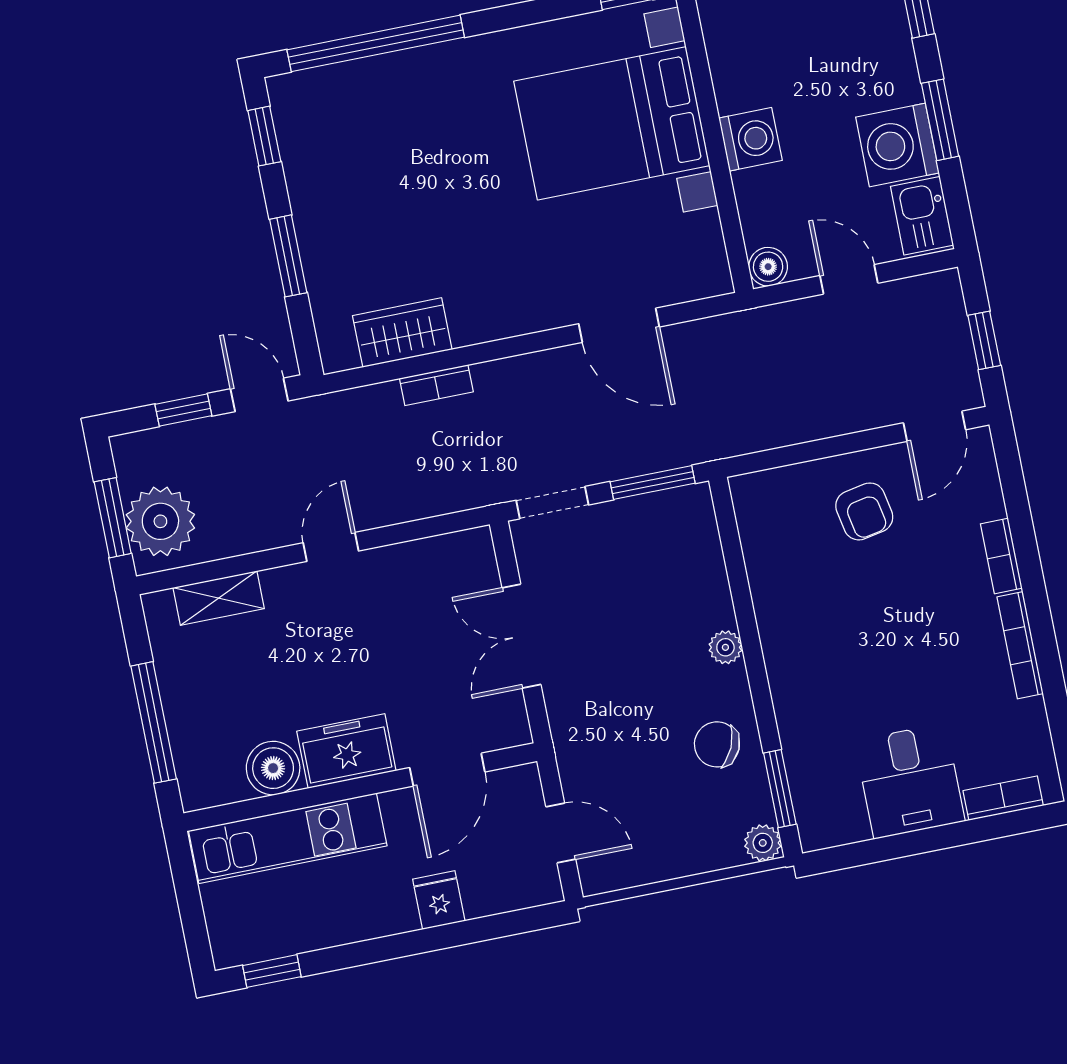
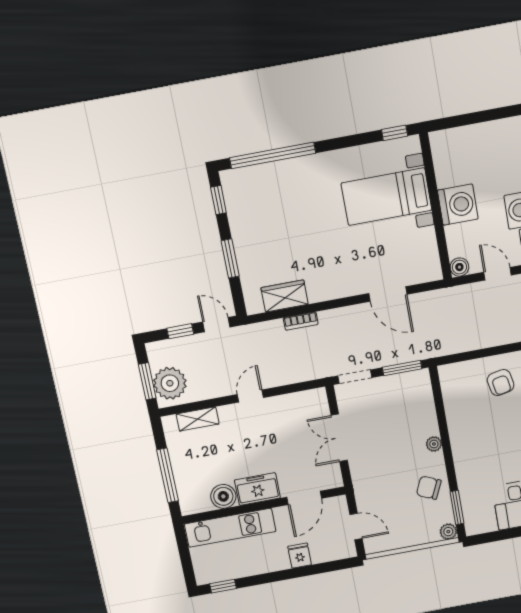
bed with nightstands: (612, 123) -> (387, 197), width x0.73
washing machine: (750, 139) -> (458, 205), width x1.37, depth x1.37

